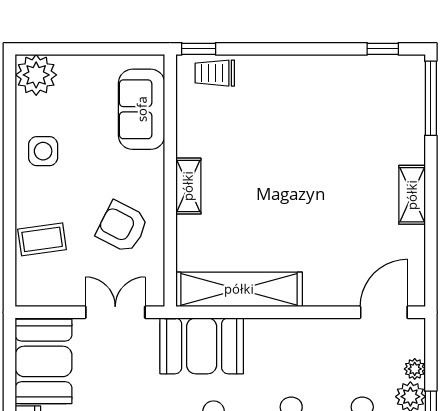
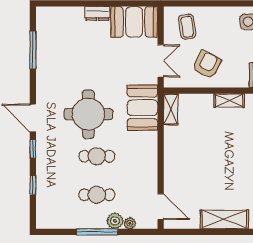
shelving: (412, 195) -> (224, 219), width x1.50, depth x1.33
coffee table: (42, 239) -> (187, 27), moved
shelving: (239, 289) -> (171, 109), width x0.45, depth x0.75

